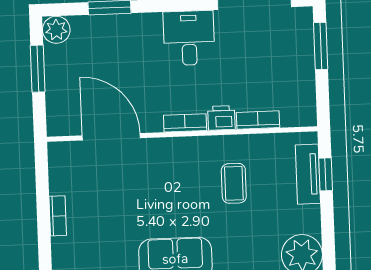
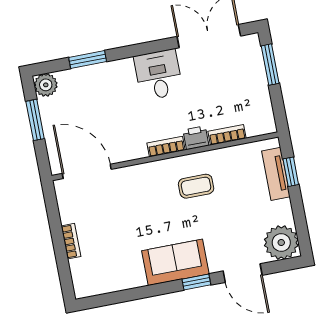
door: (111, 137) -> (87, 171), moved
coffee table: (234, 183) -> (196, 186), moved, turned 90

